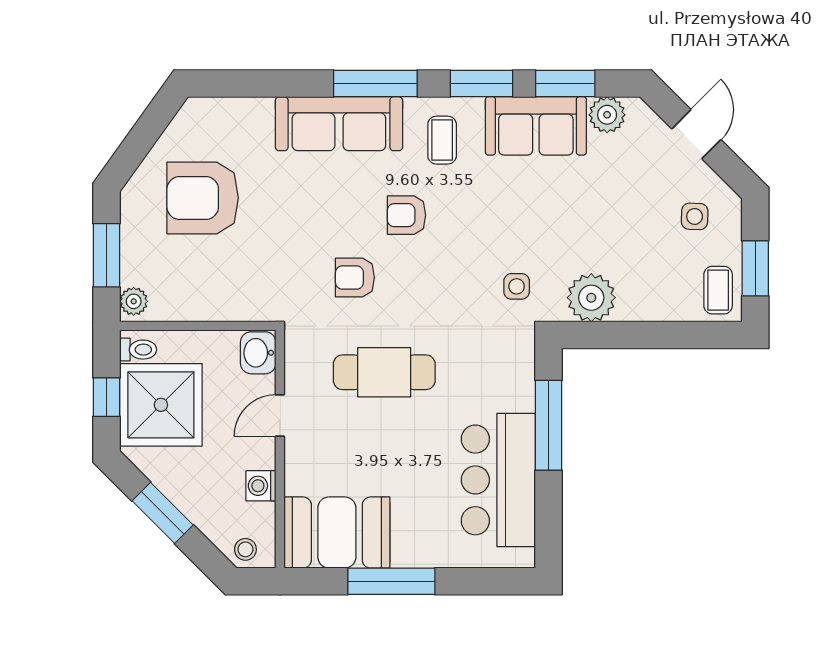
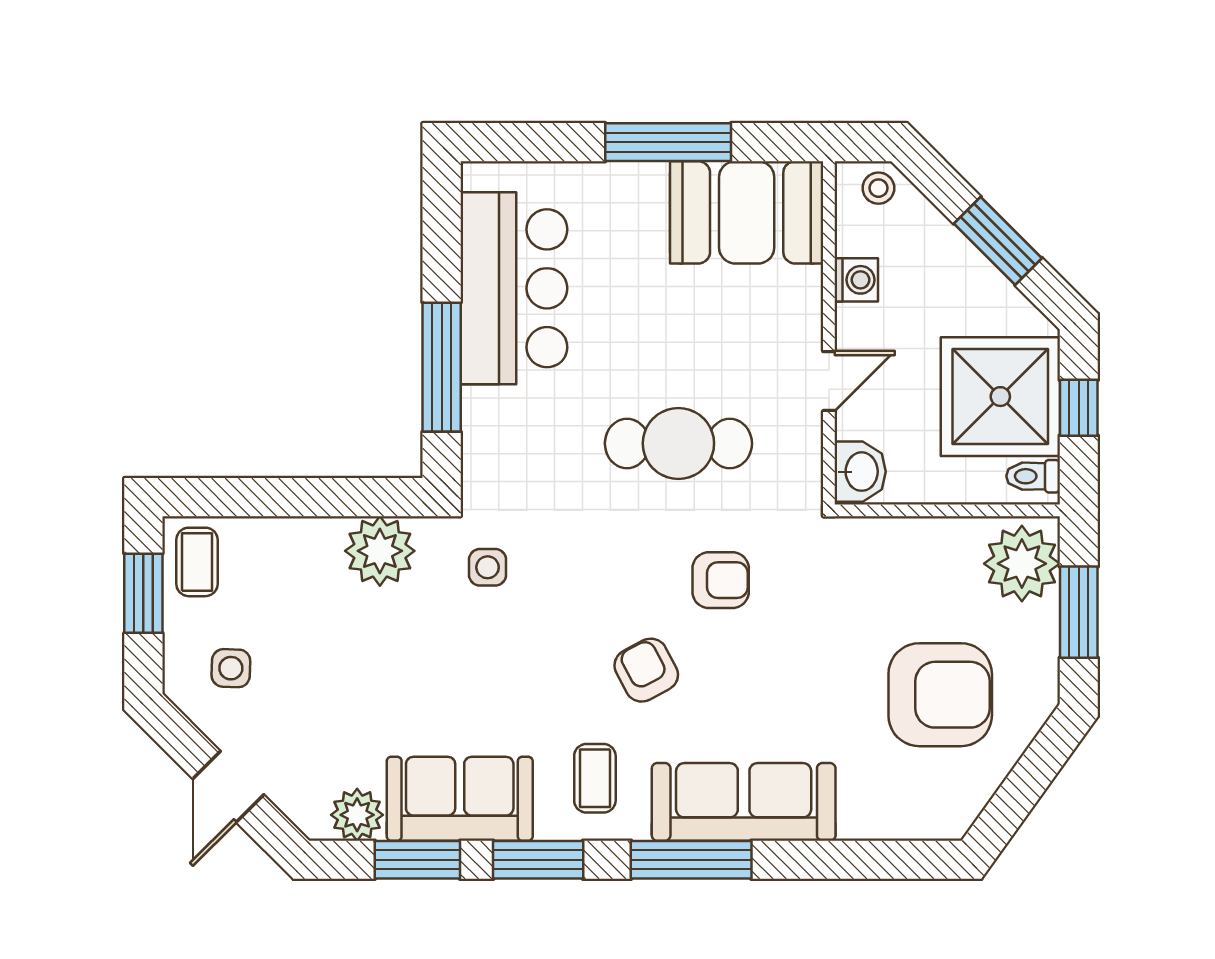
armchair: (407, 215) -> (646, 670), turned -118
plant: (134, 301) -> (1022, 564), width x1.87, depth x1.87

